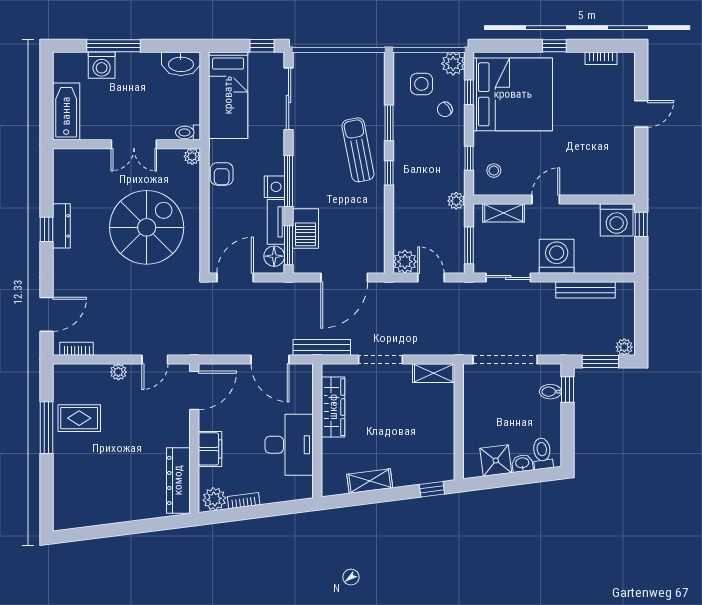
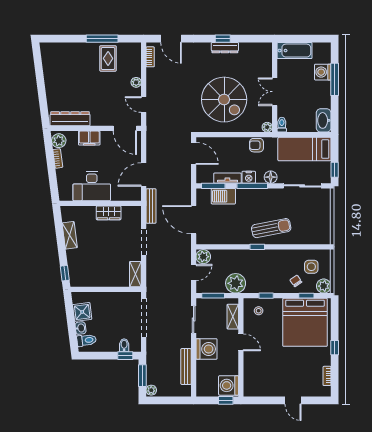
window: (389, 123) -> (288, 247), removed
plant: (456, 201) -> (236, 283), width x1.88, depth x1.88
floor lamp: (274, 256) -> (271, 177), moved
wardrobe: (333, 407) -> (109, 213), width x0.67

